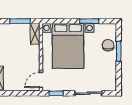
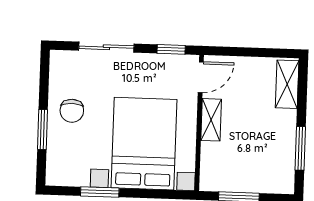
shelving: (35, 34) -> (211, 120), moved
chair: (108, 45) -> (72, 111), moved

